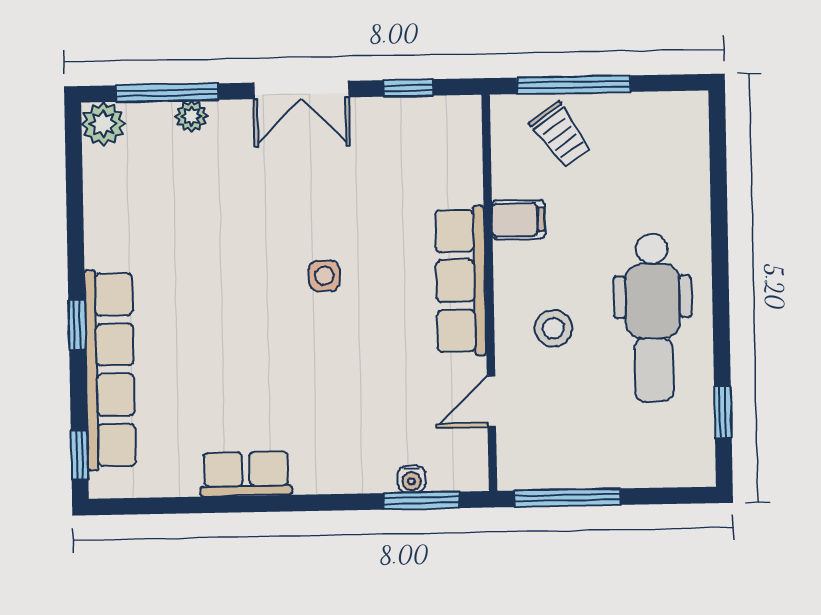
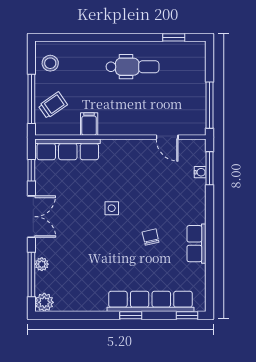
row of seats: (461, 281) -> (68, 149), moved
dental chair: (653, 318) -> (133, 67), width x0.73, depth x0.72
stool: (553, 328) -> (50, 63), moved
chair: (259, 367) -> (151, 237), added

